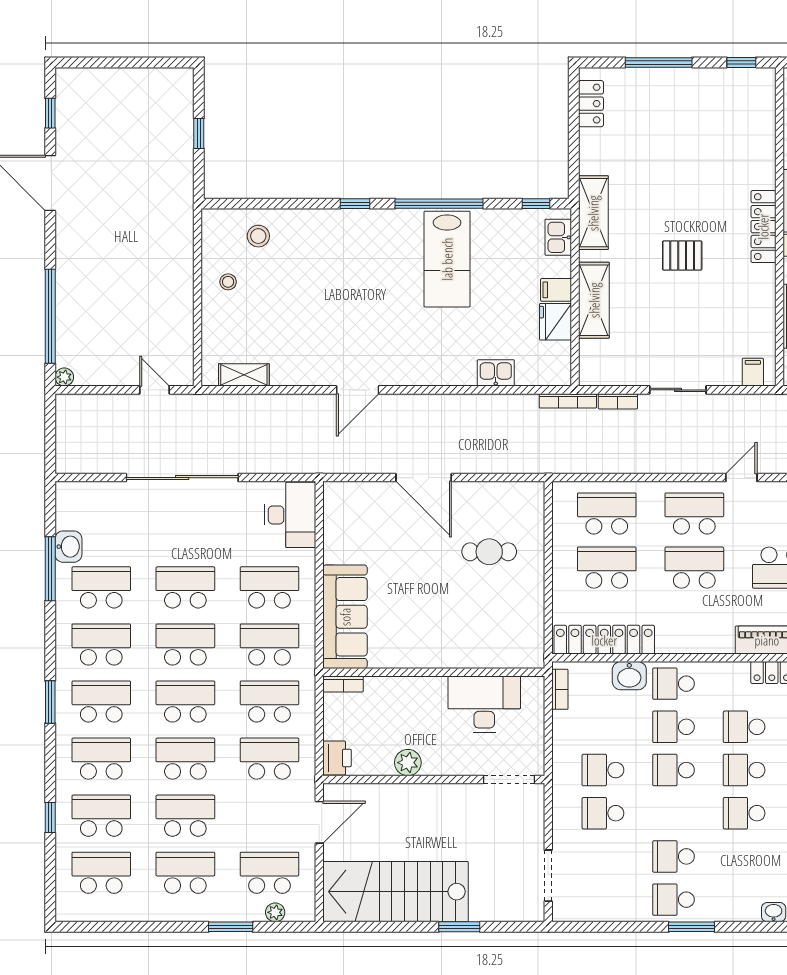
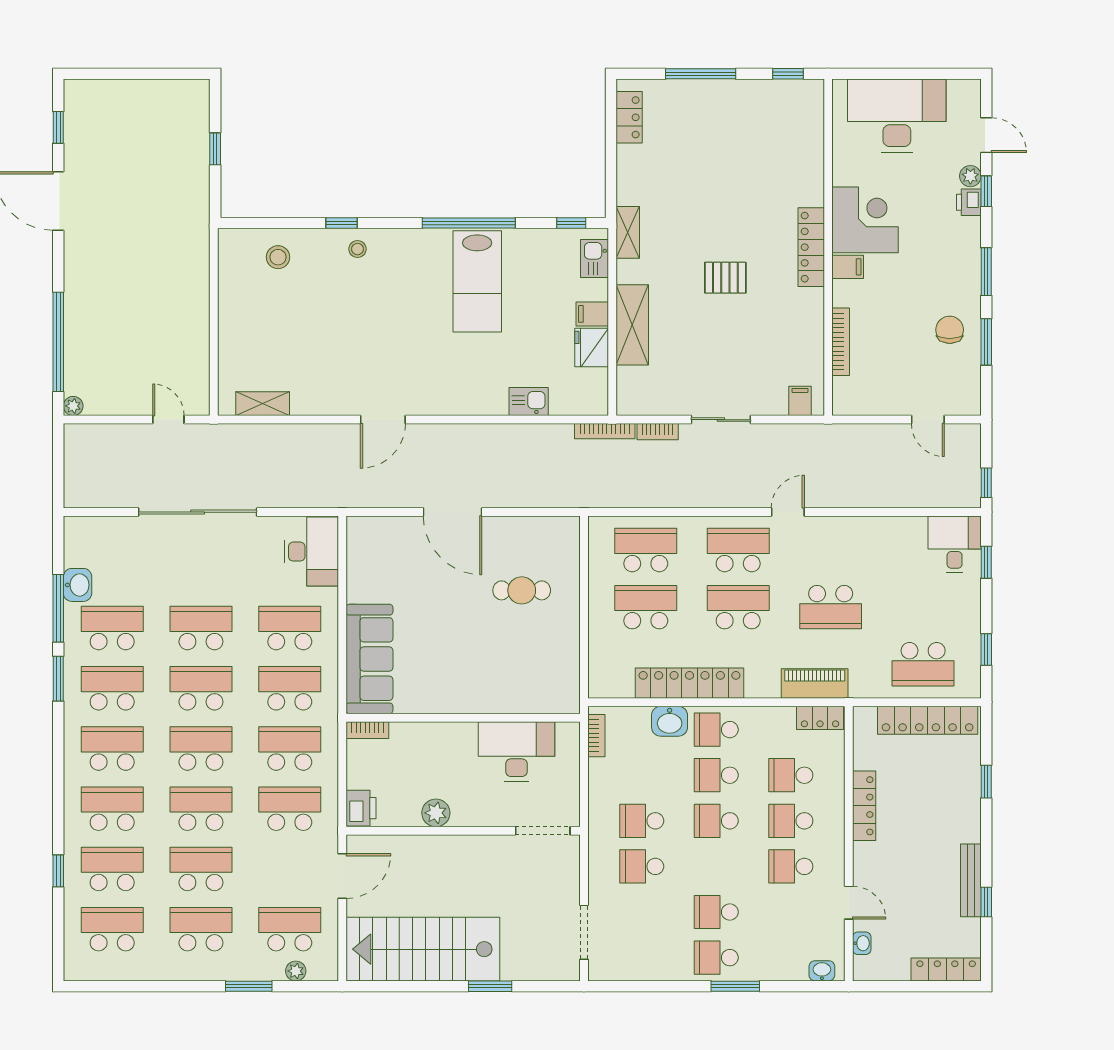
window: (355, 204) -> (342, 223), moved
shelving: (593, 213) -> (628, 232), width x0.67, depth x0.75
stool: (228, 282) -> (357, 249), moved
locker: (604, 640) -> (690, 683), moved
window: (50, 702) -> (58, 679), moved

